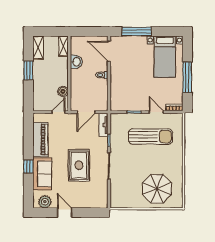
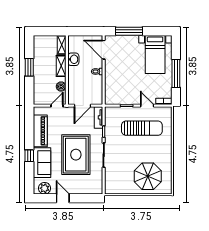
shelving: (38, 48) -> (61, 66), moved
rug: (79, 165) -> (76, 155), width x1.37, depth x1.44

